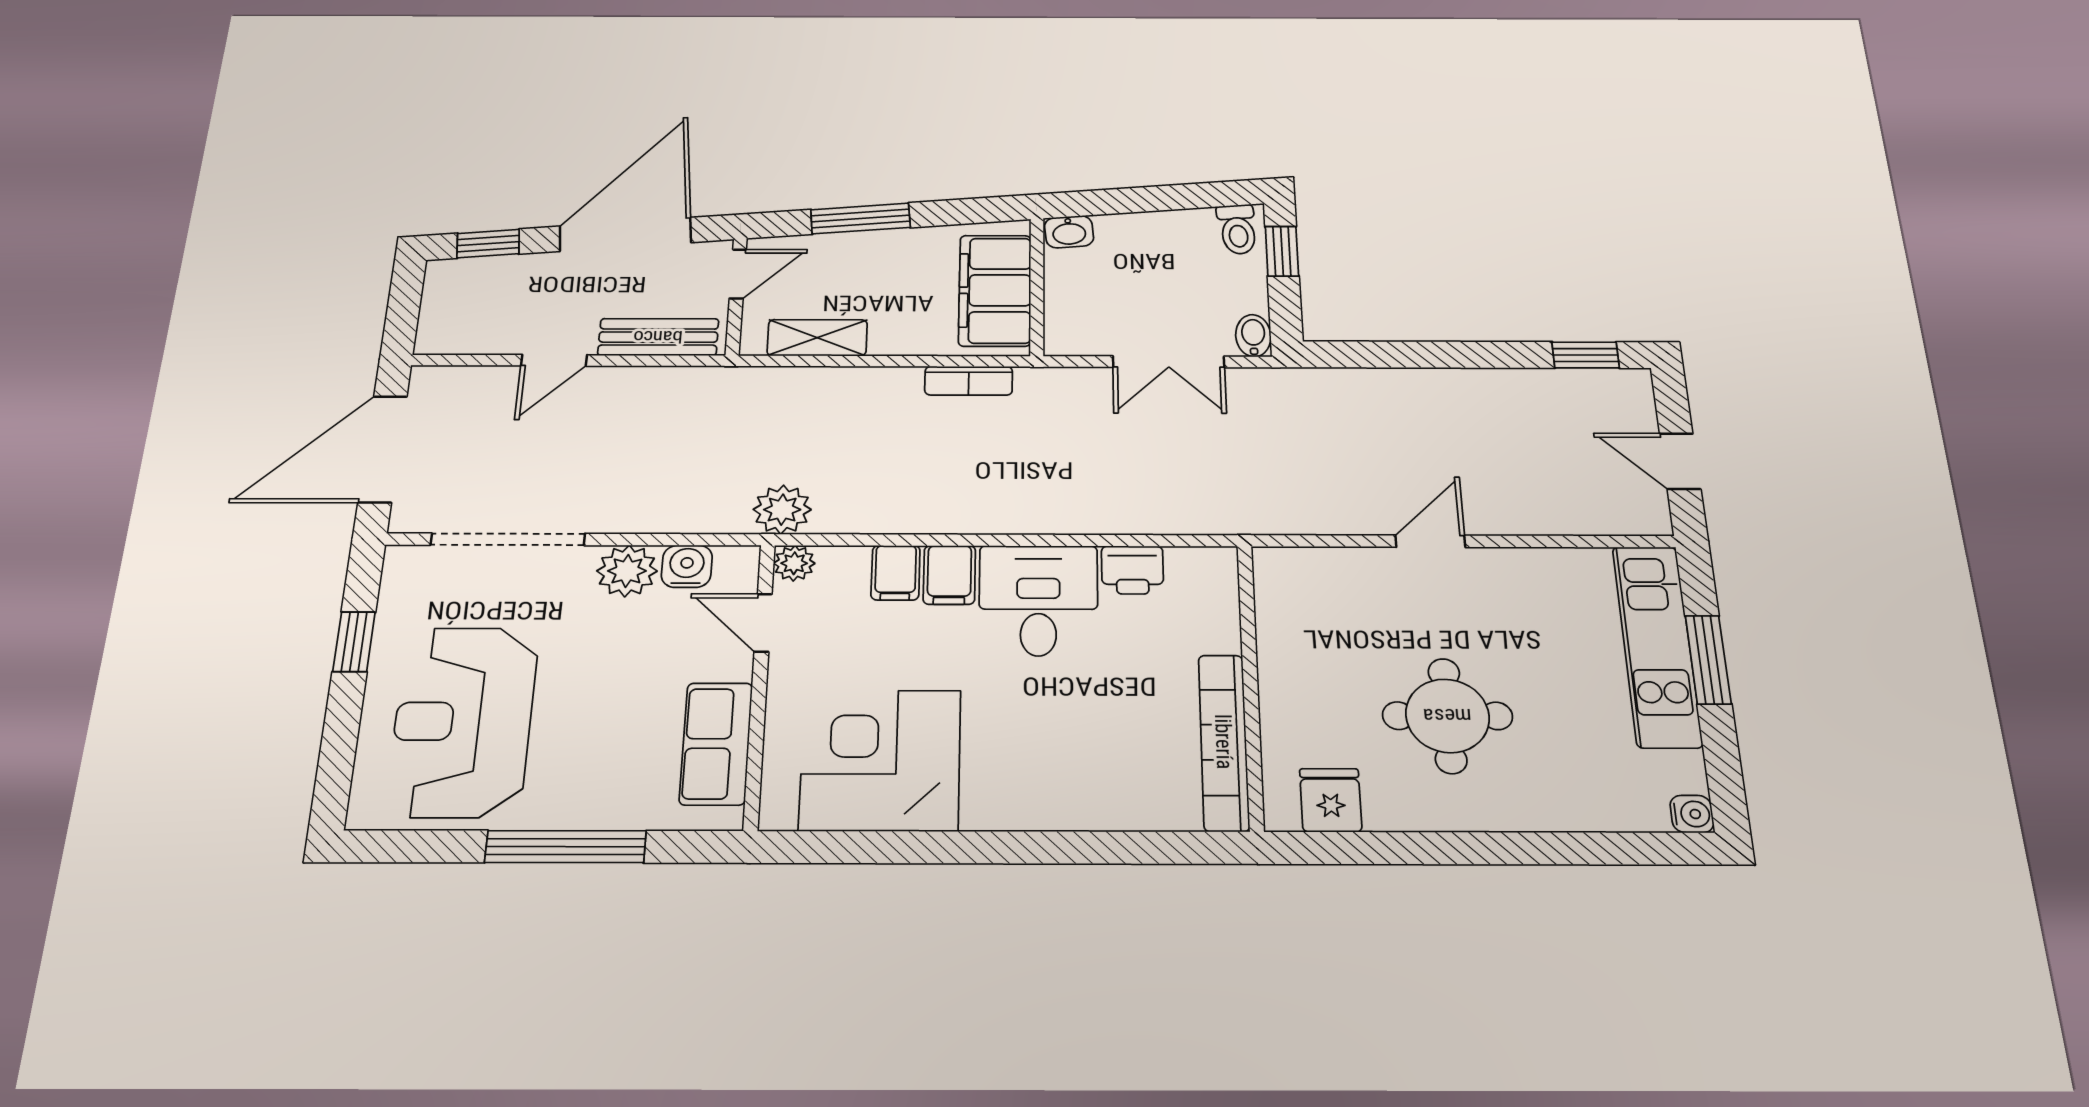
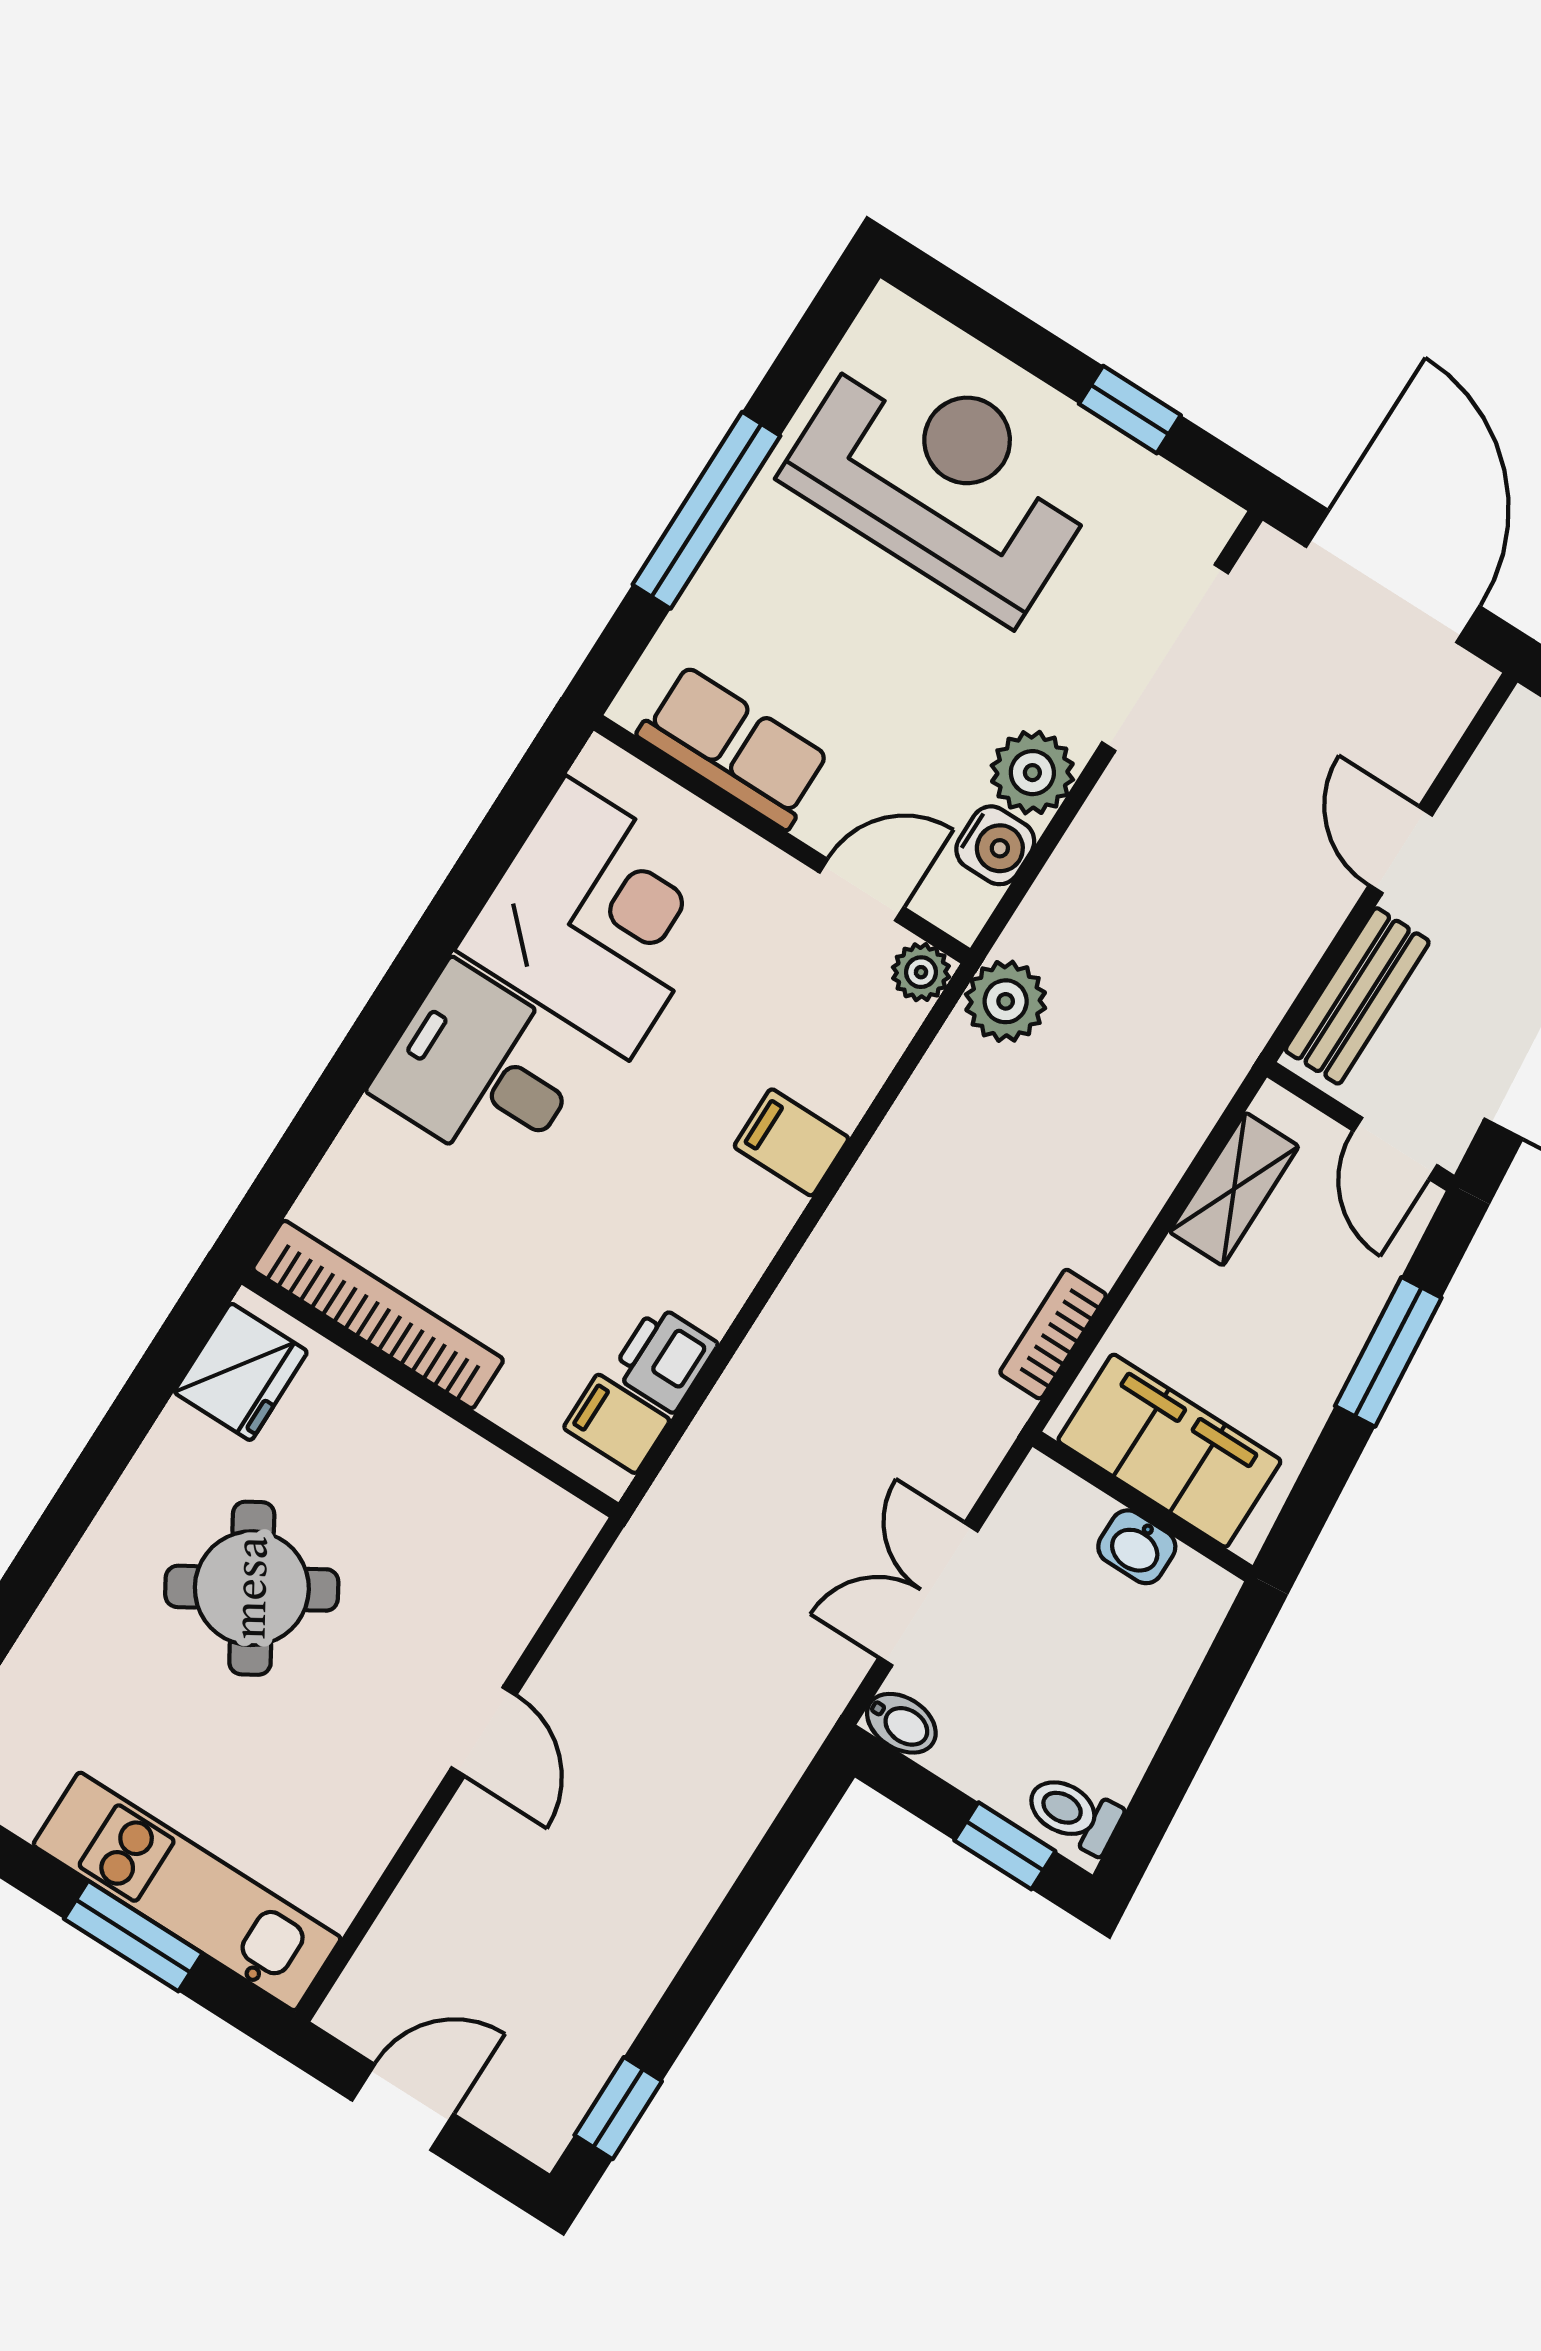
washbasin: (1069, 232) -> (1137, 1547), moved, turned -85
filing cabinet: (896, 573) -> (617, 1424), moved
desk: (1038, 600) -> (481, 1070), moved, turned 180
round table: (1447, 716) -> (252, 1588), turned -31
fridge: (1331, 800) -> (241, 1372), width x1.38

